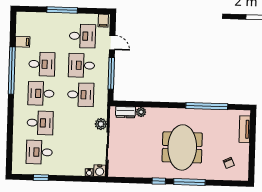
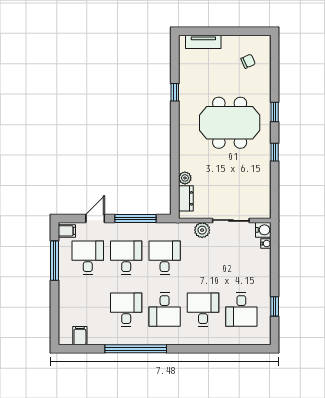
window: (62, 10) -> (55, 261), moved
filing cabinet: (23, 42) -> (80, 336), moved
desk: (82, 65) -> (126, 258), turned 180
window: (207, 106) -> (175, 92), width x0.32
window: (189, 182) -> (275, 112), width x0.46

